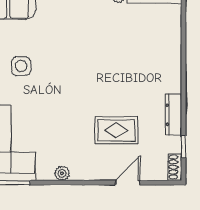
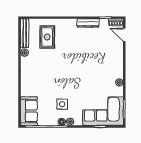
rug: (116, 130) -> (47, 37), moved
door: (128, 183) -> (124, 35), moved

